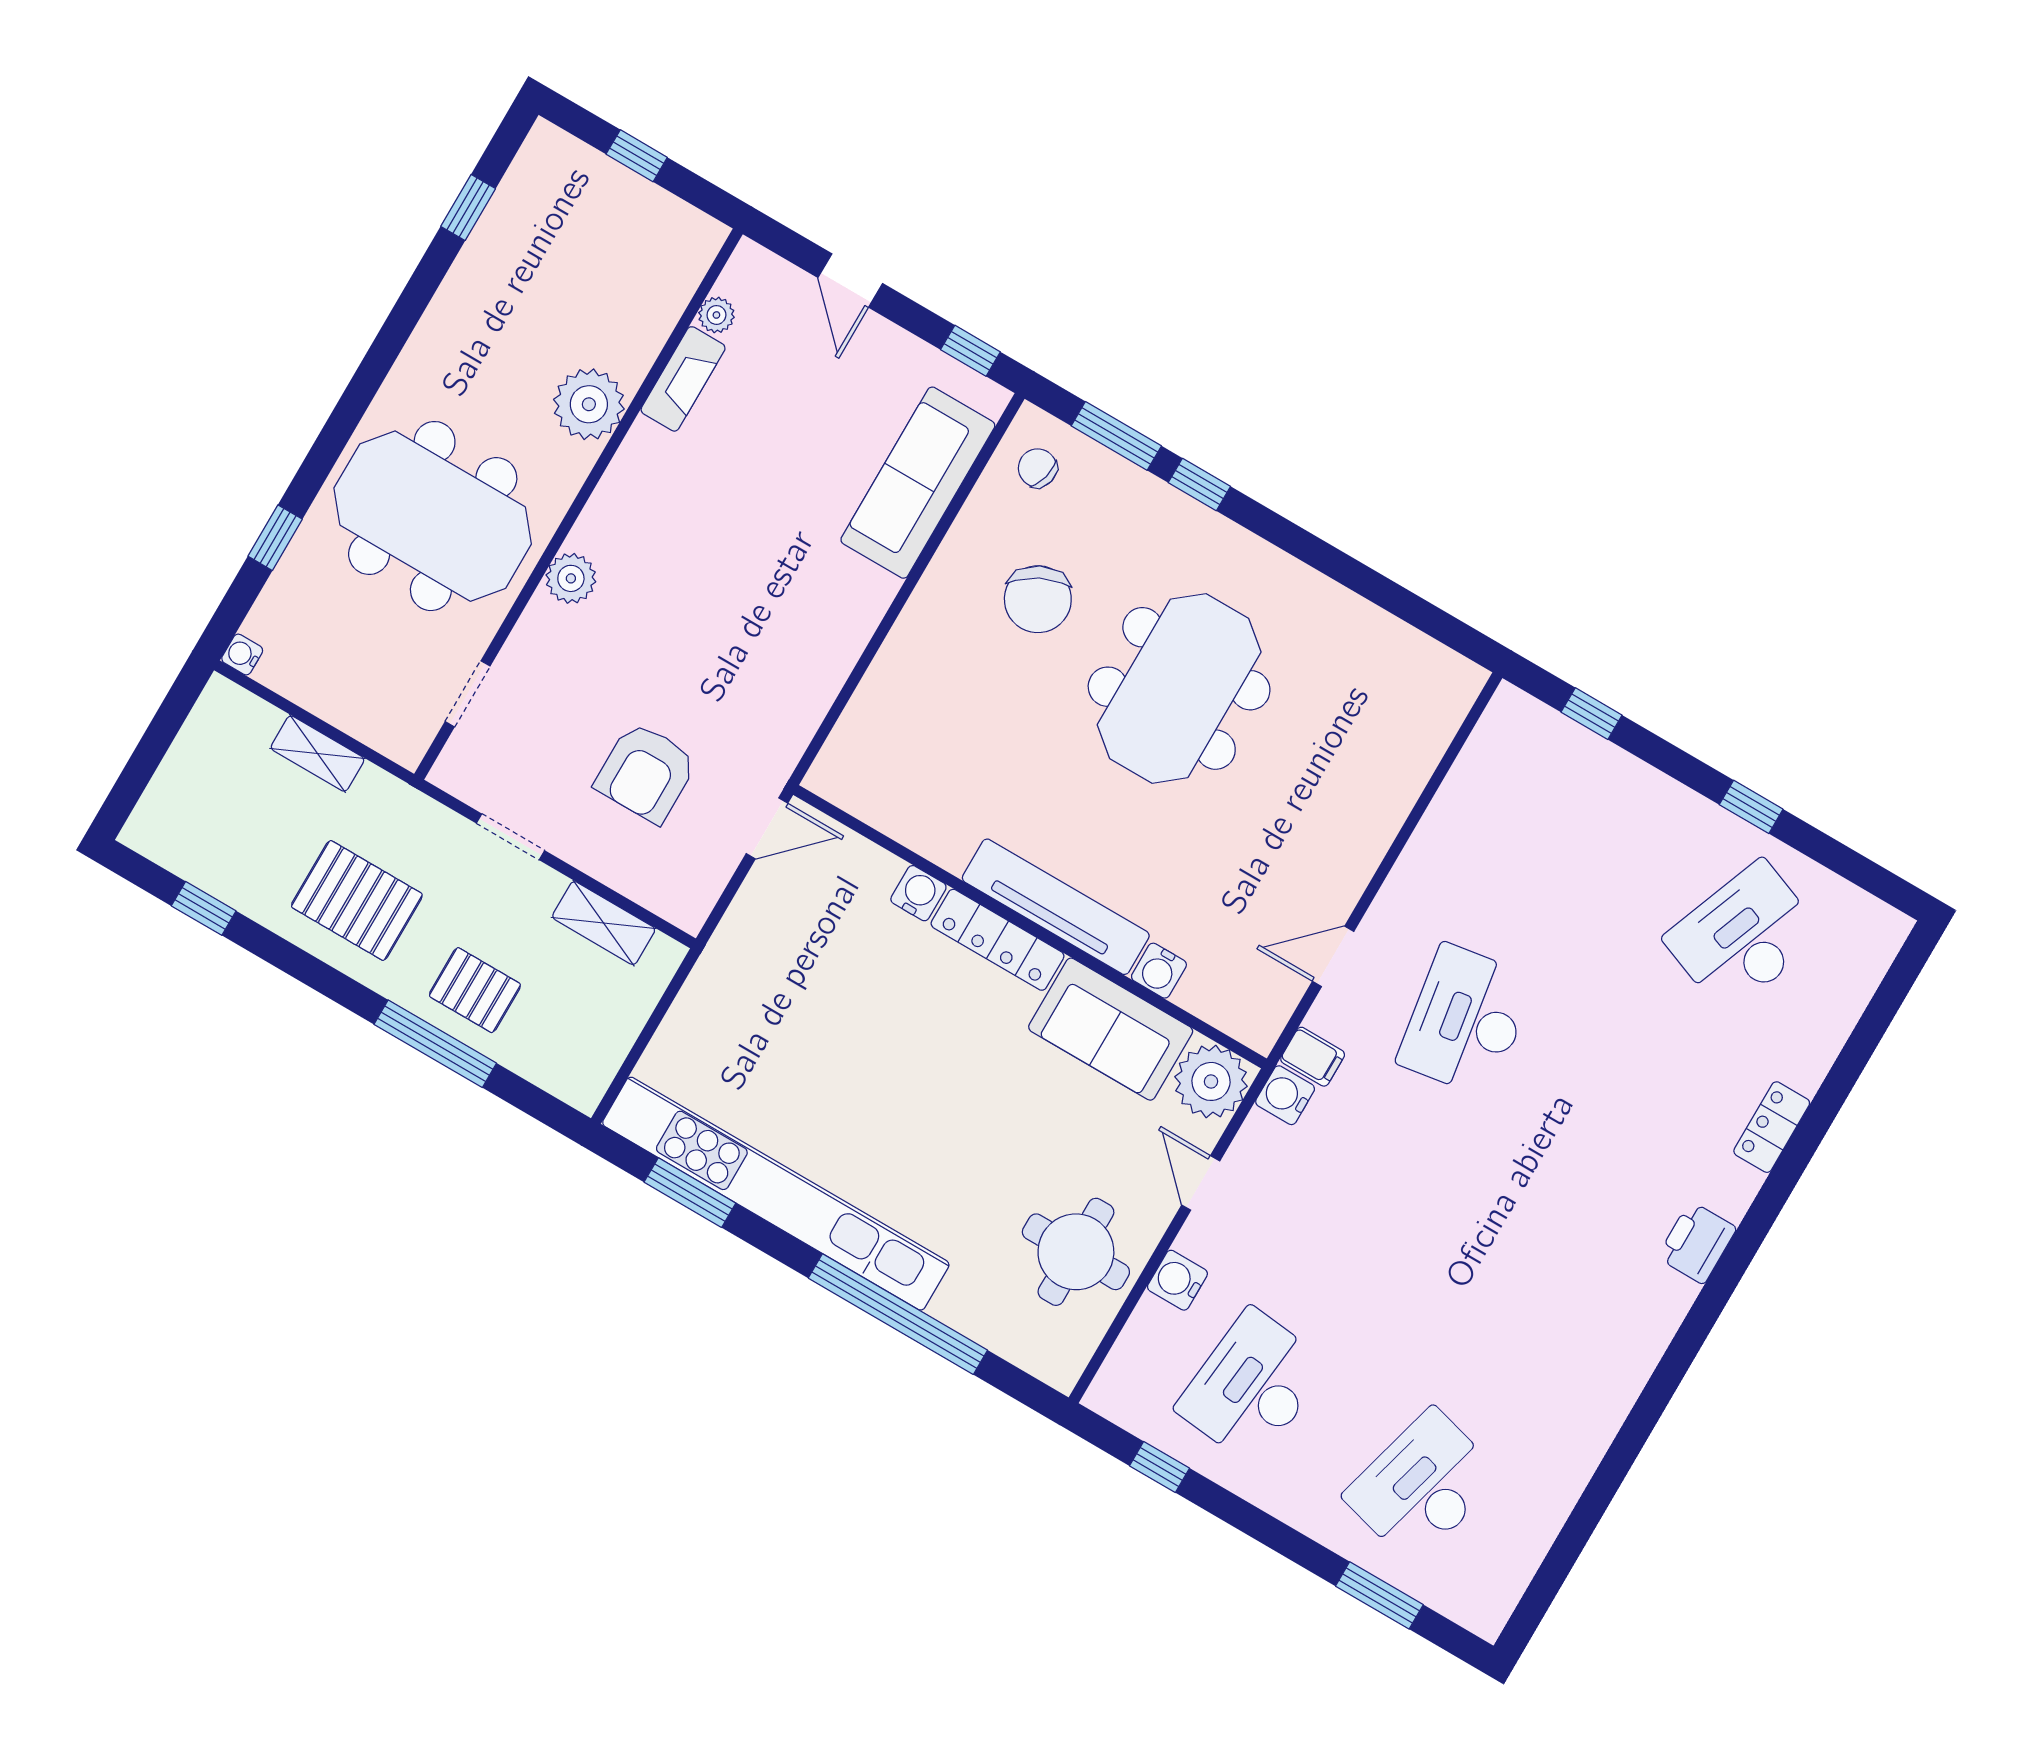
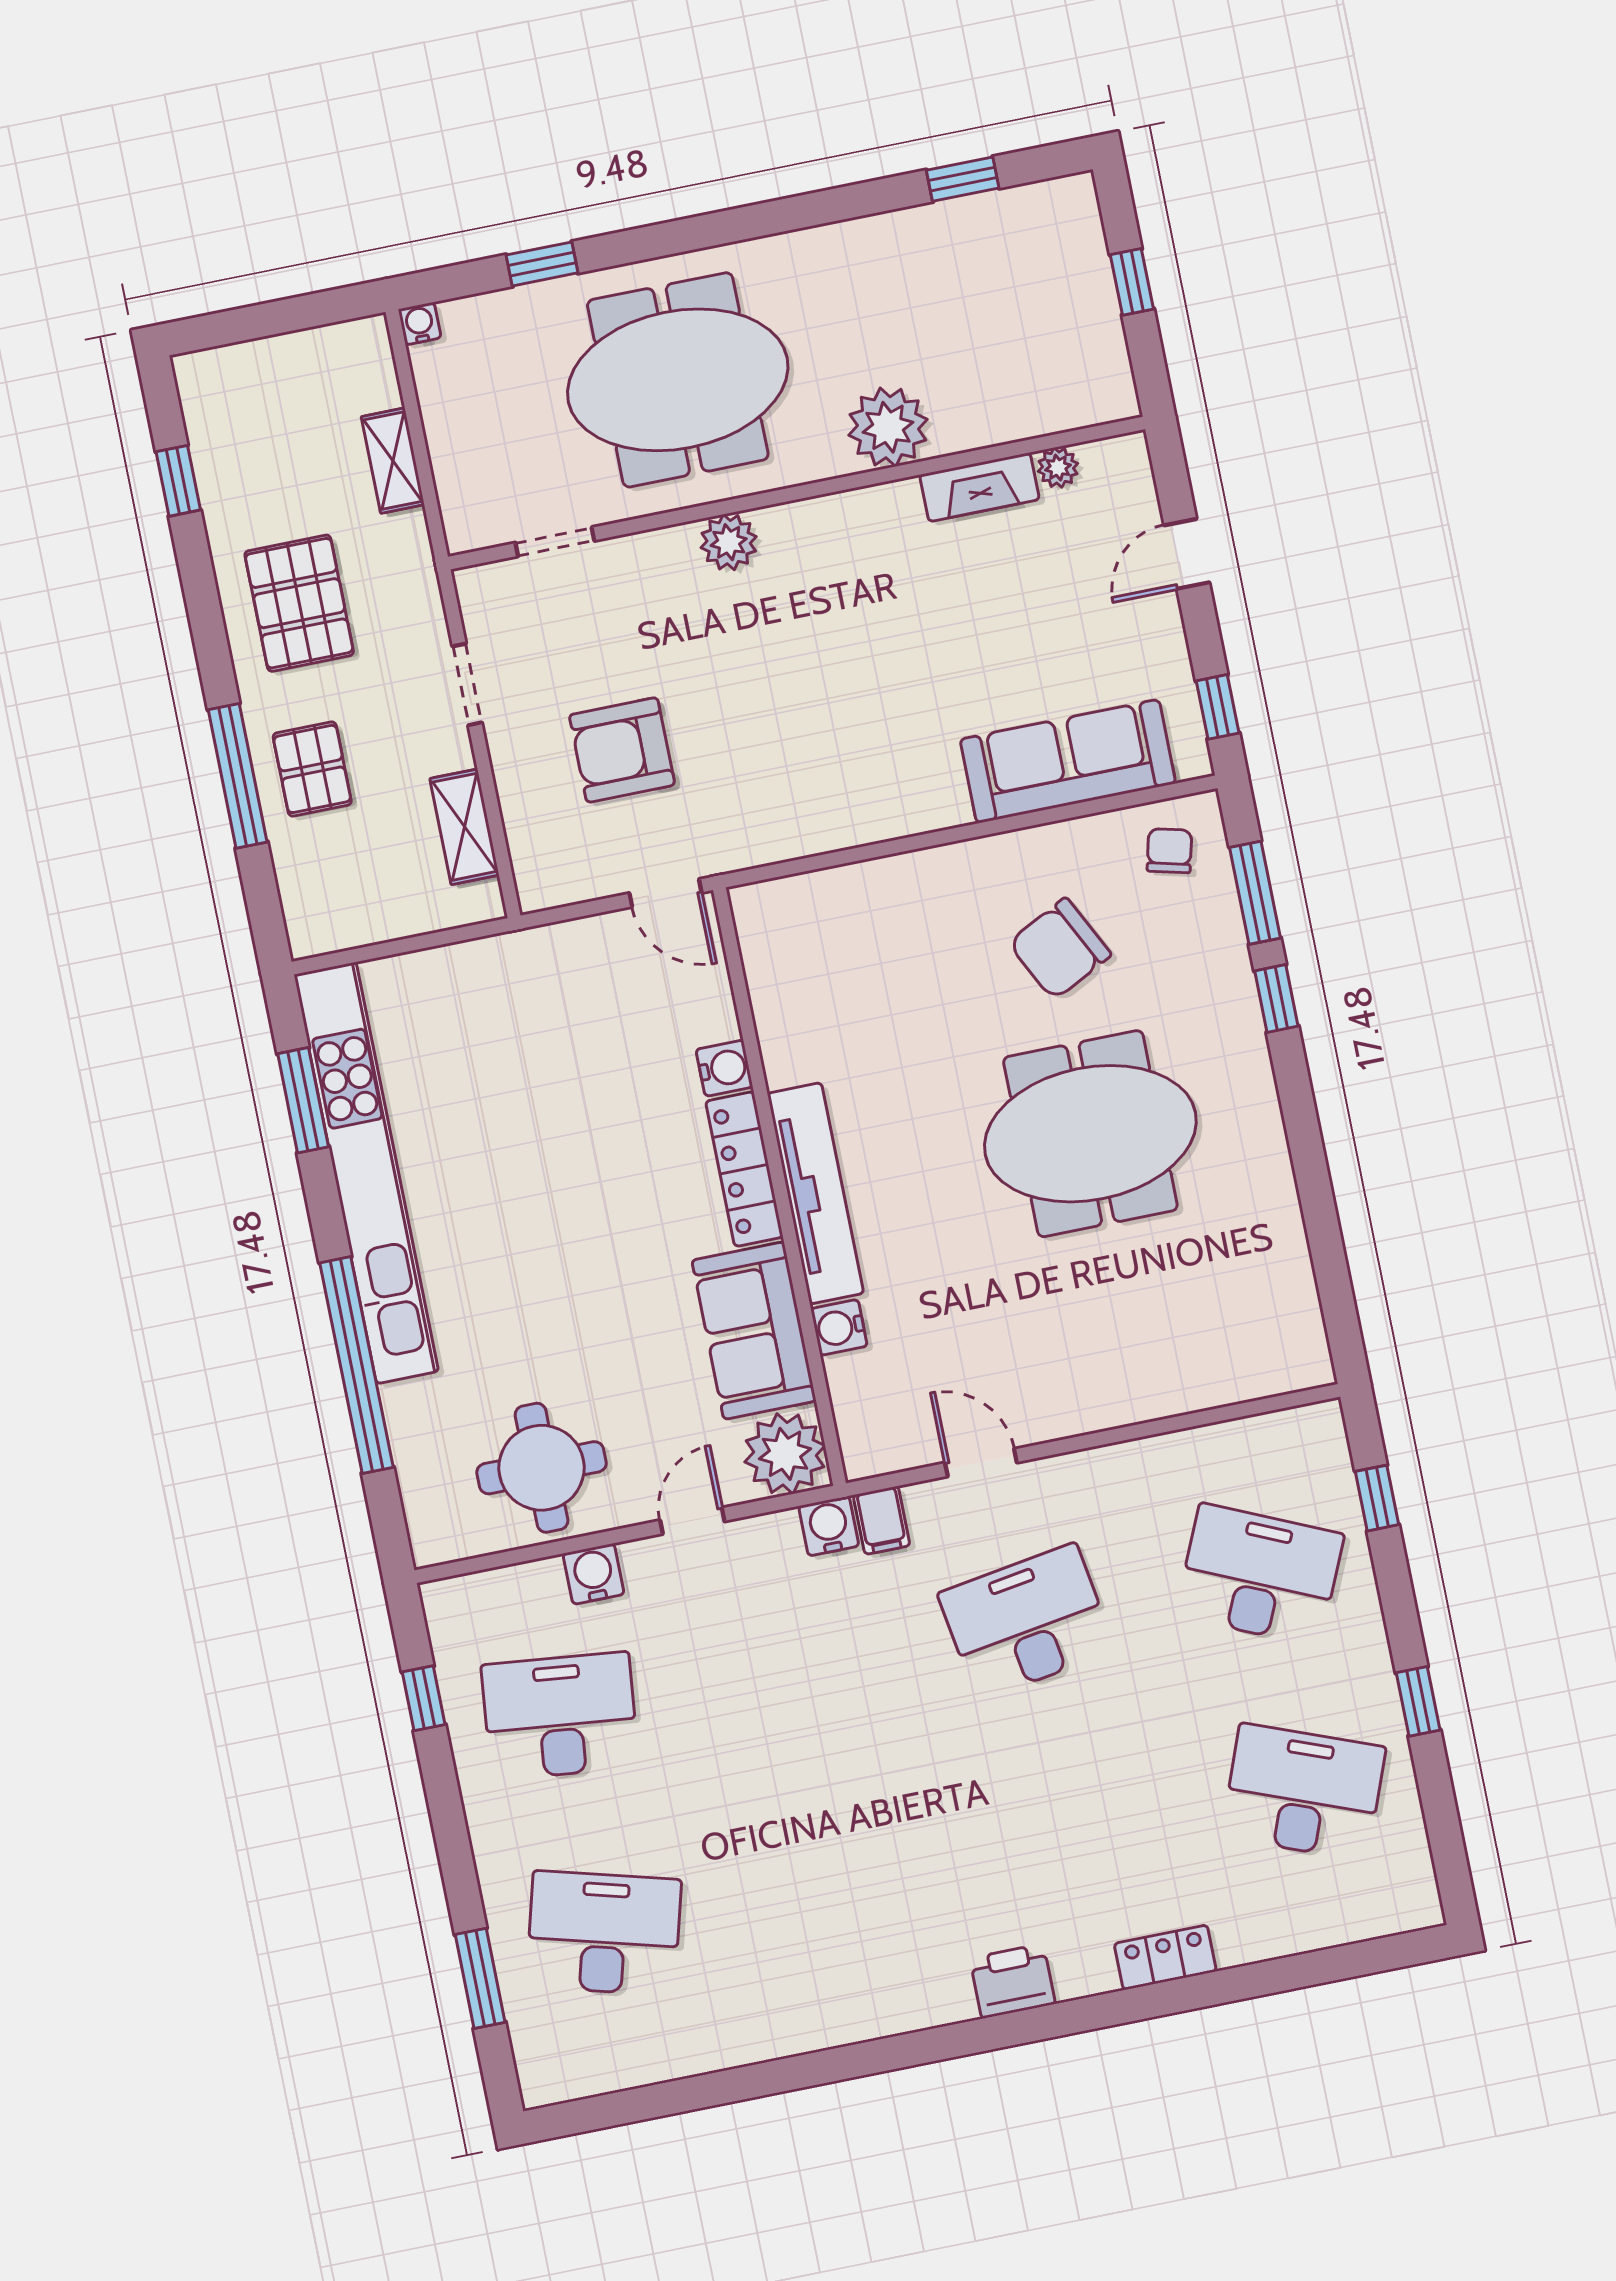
meeting table: (433, 516) -> (678, 380), turned 90
desk: (1573, 837) -> (1260, 1575), added

